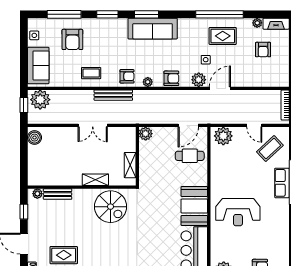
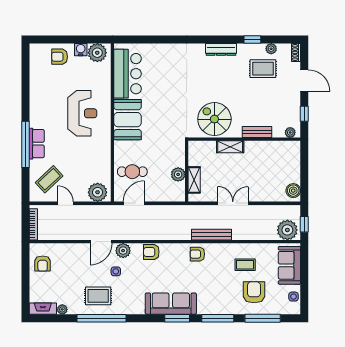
window: (107, 14) -> (218, 318), width x1.44
armchair: (263, 50) -> (43, 264), moved, turned 180
coffee table: (91, 73) -> (245, 265), moved
plant: (148, 82) -> (176, 248), removed
plant: (146, 134) -> (178, 174), moved
shelving: (130, 165) -> (194, 180), moved
bench: (58, 194) -> (257, 132), moved
reception desk: (238, 212) -> (82, 113), turned 90

